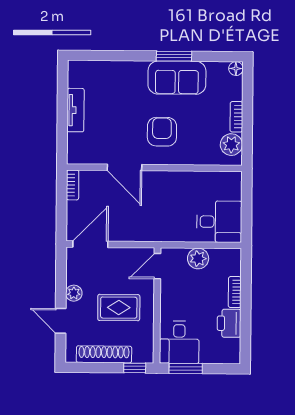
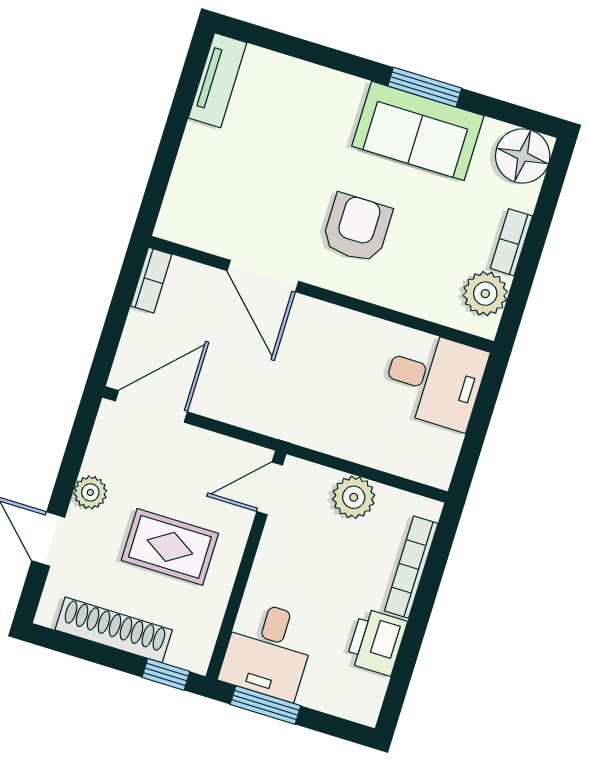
floor lamp: (236, 69) -> (523, 156), width x1.89, depth x1.89
tv unit: (76, 110) -> (217, 80), moved
desk: (219, 222) -> (434, 379), moved
bookcase: (235, 292) -> (411, 567), width x1.56

